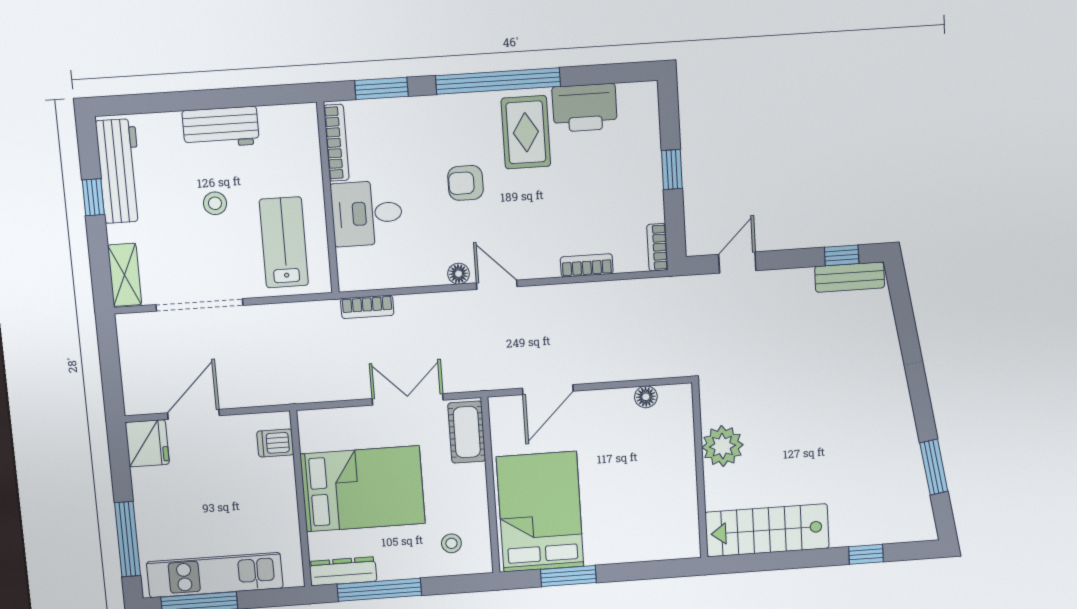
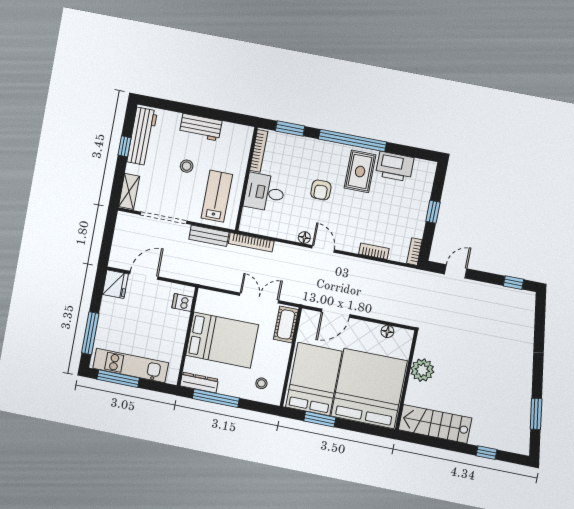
armchair: (466, 183) -> (321, 190), turned -90
bench: (850, 277) -> (209, 236), moved
bookcase: (367, 307) -> (251, 242), width x1.56
bed: (639, 502) -> (369, 389), added

